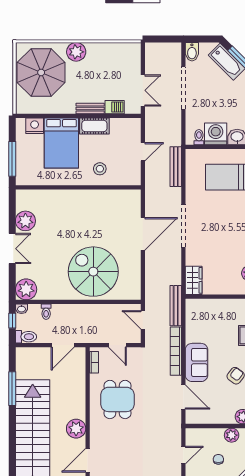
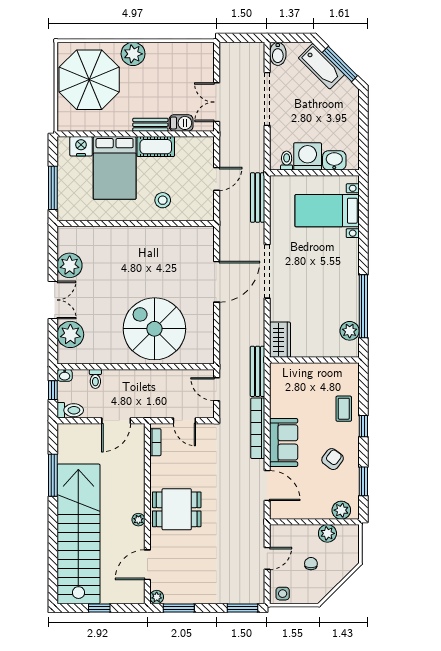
double door: (143, 90) -> (217, 102), swing flipped
plant: (26, 289) -> (70, 334), moved
dining table: (117, 399) -> (177, 509), moved, turned 90
plant: (76, 429) -> (138, 520), width x0.53, depth x0.53

